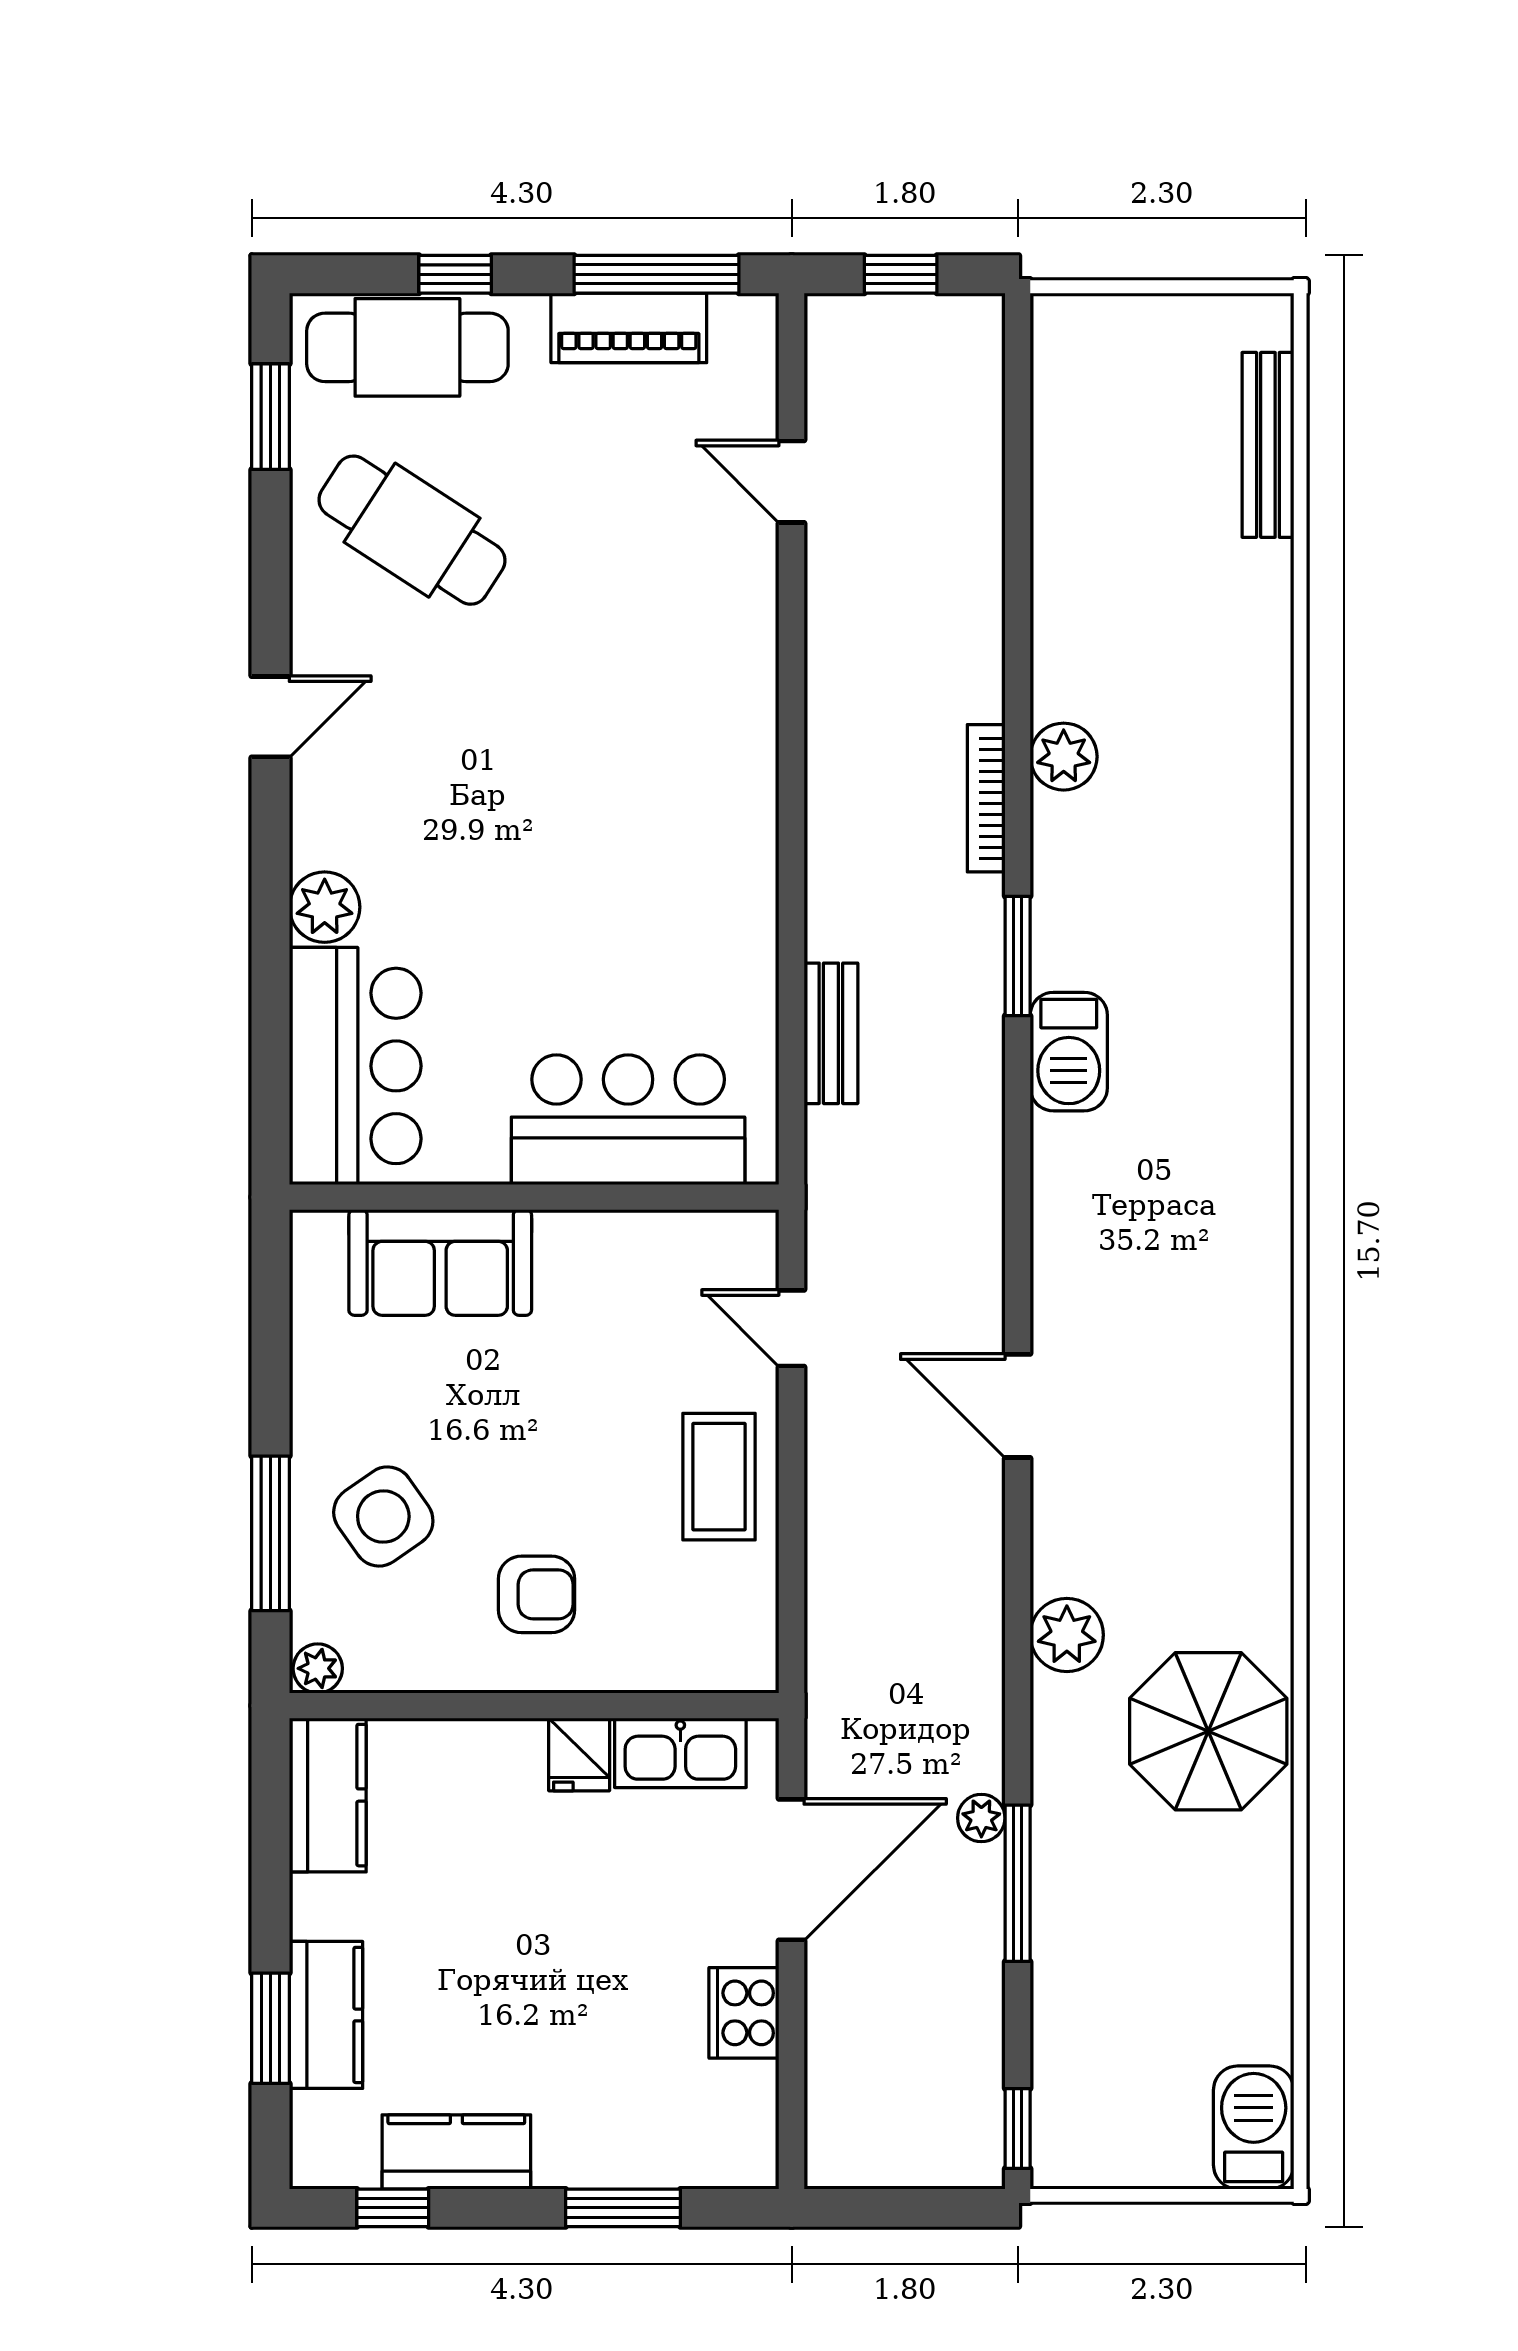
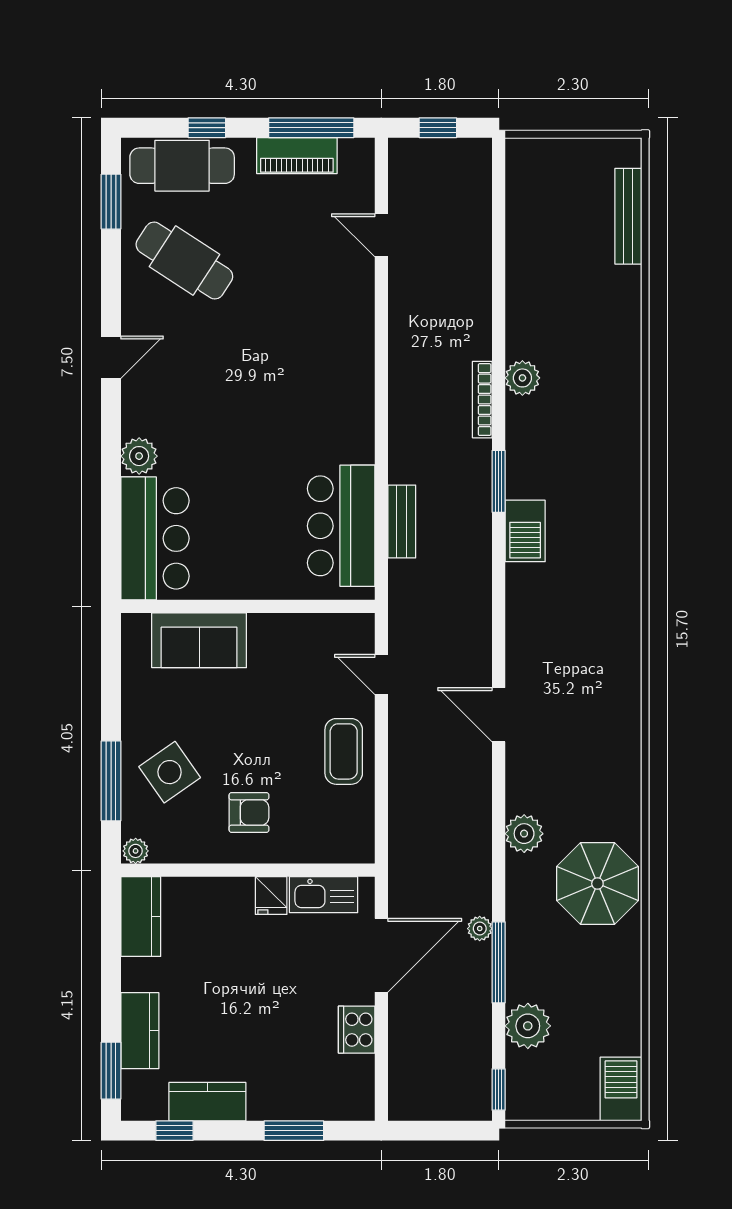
bar counter: (628, 1120) -> (341, 526), moved, turned -90
plant: (1074, 2006) -> (528, 1026), added
window: (270, 2028) -> (111, 1071), moved

